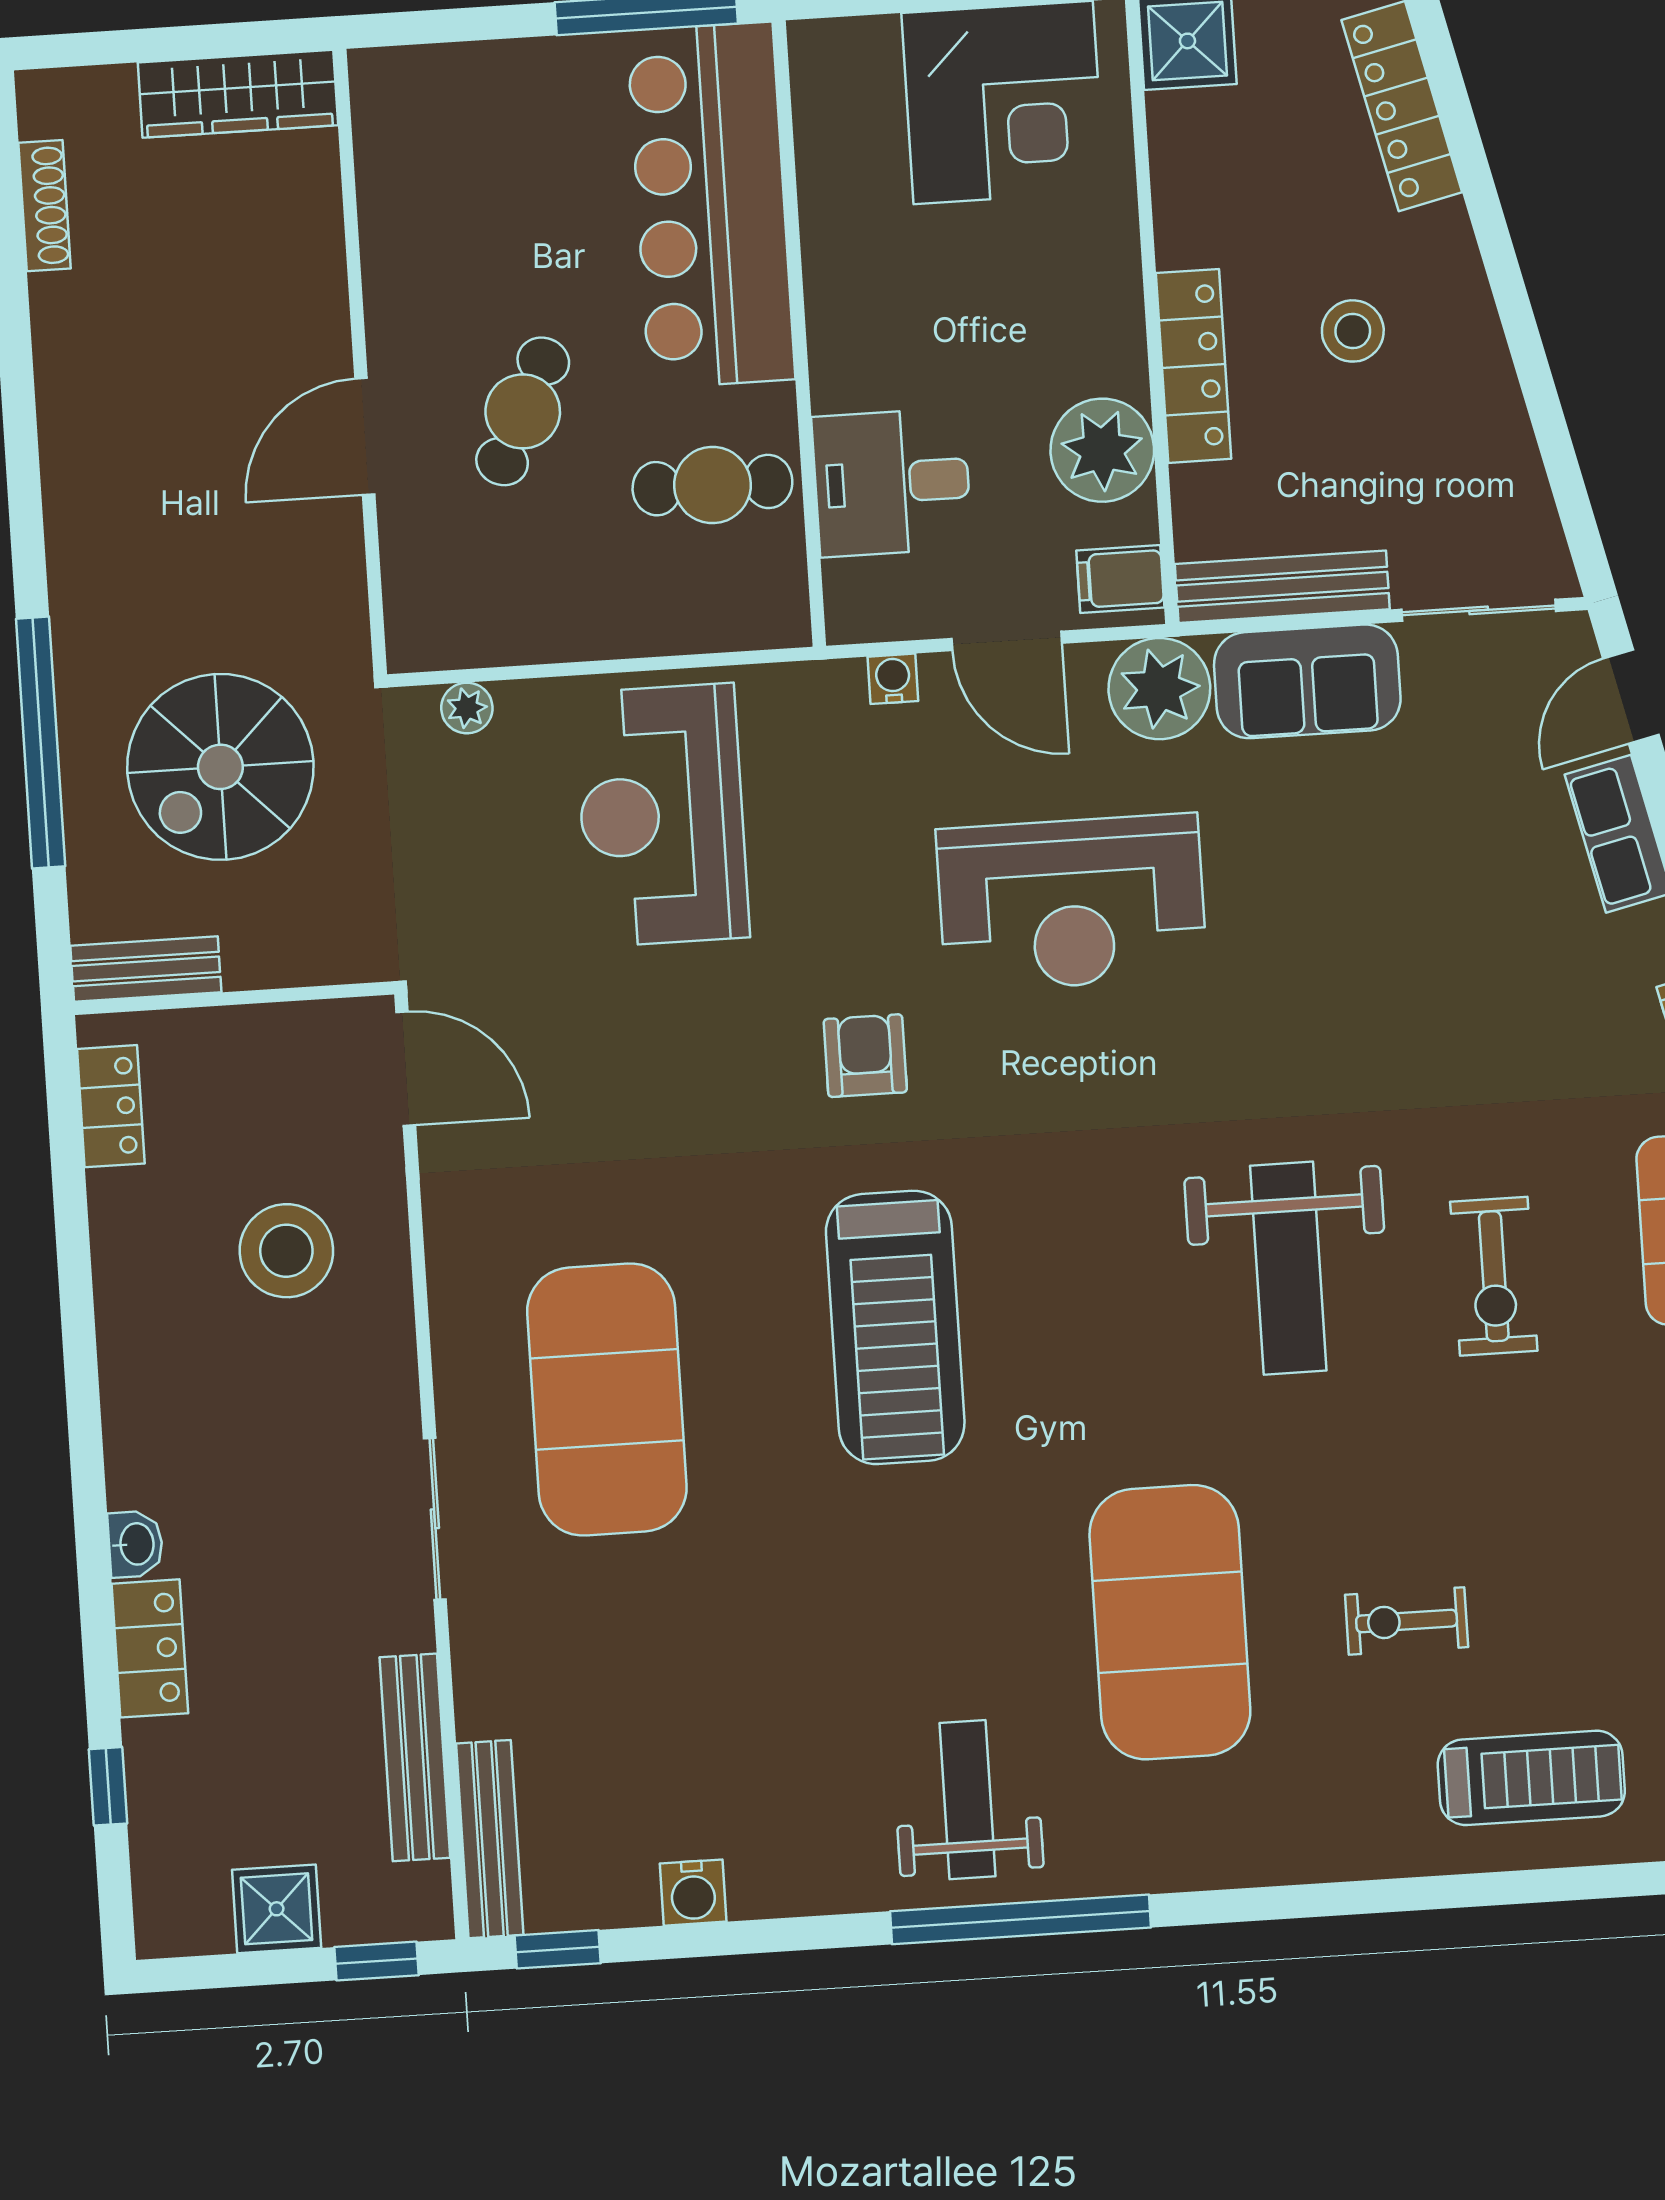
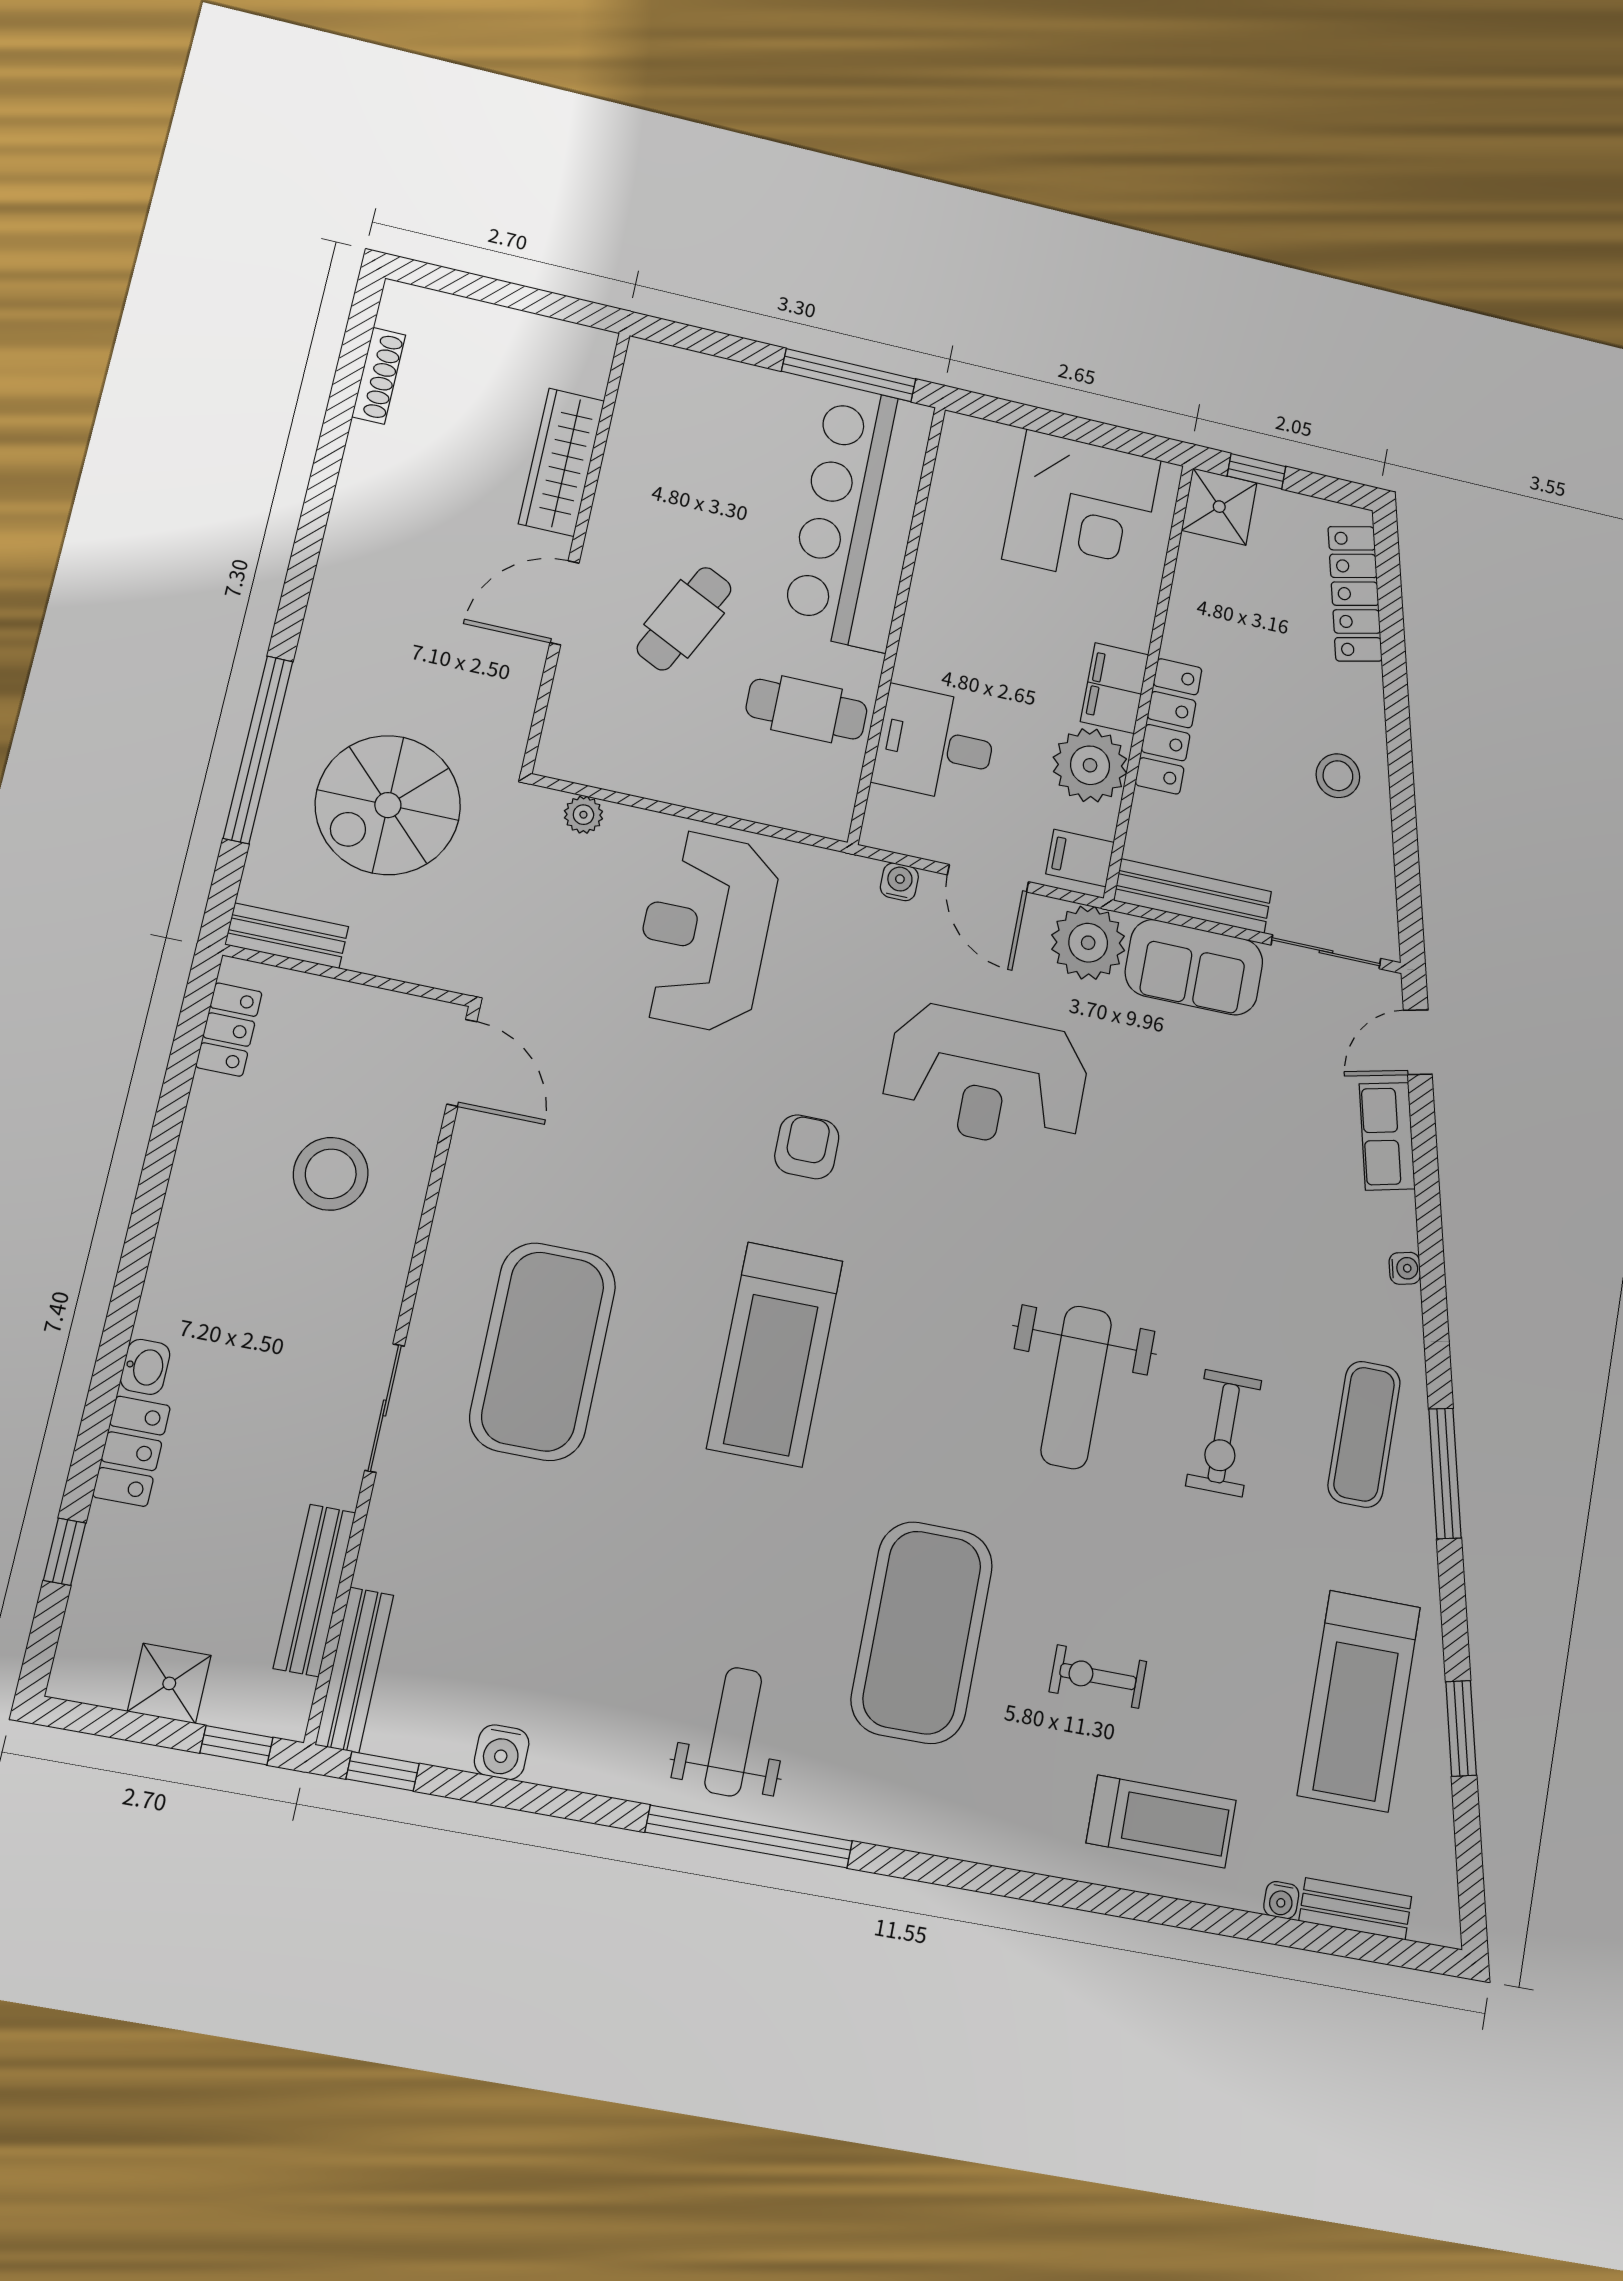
wardrobe: (238, 94) -> (562, 462), moved, turned 90
stool: (1353, 331) -> (1338, 776), moved
filing cabinet: (1109, 335) -> (1115, 688), added

